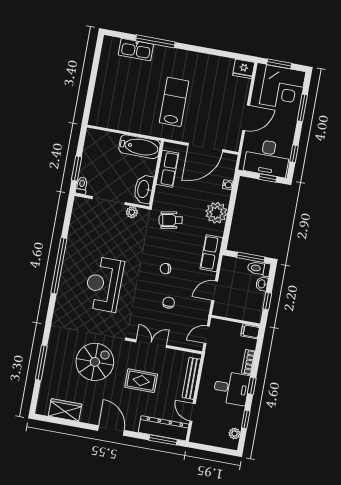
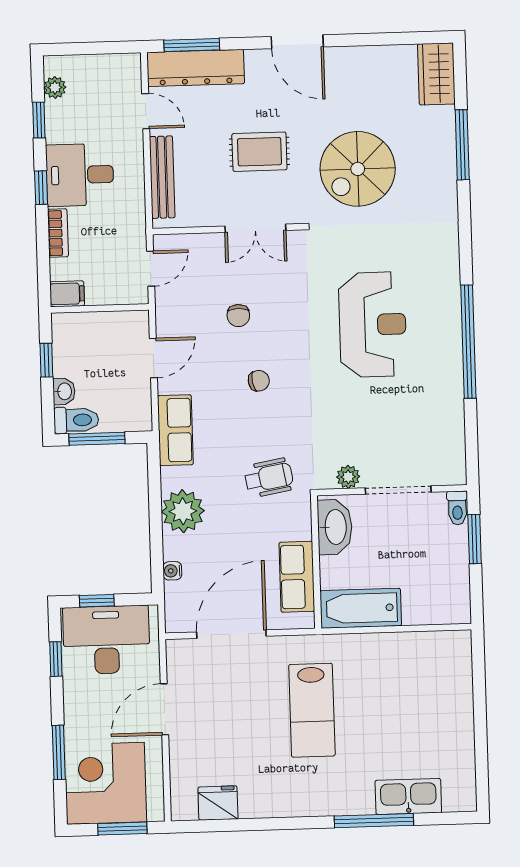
fridge: (244, 69) -> (218, 803), moved
wardrobe: (65, 410) -> (436, 74), moved, turned 90

